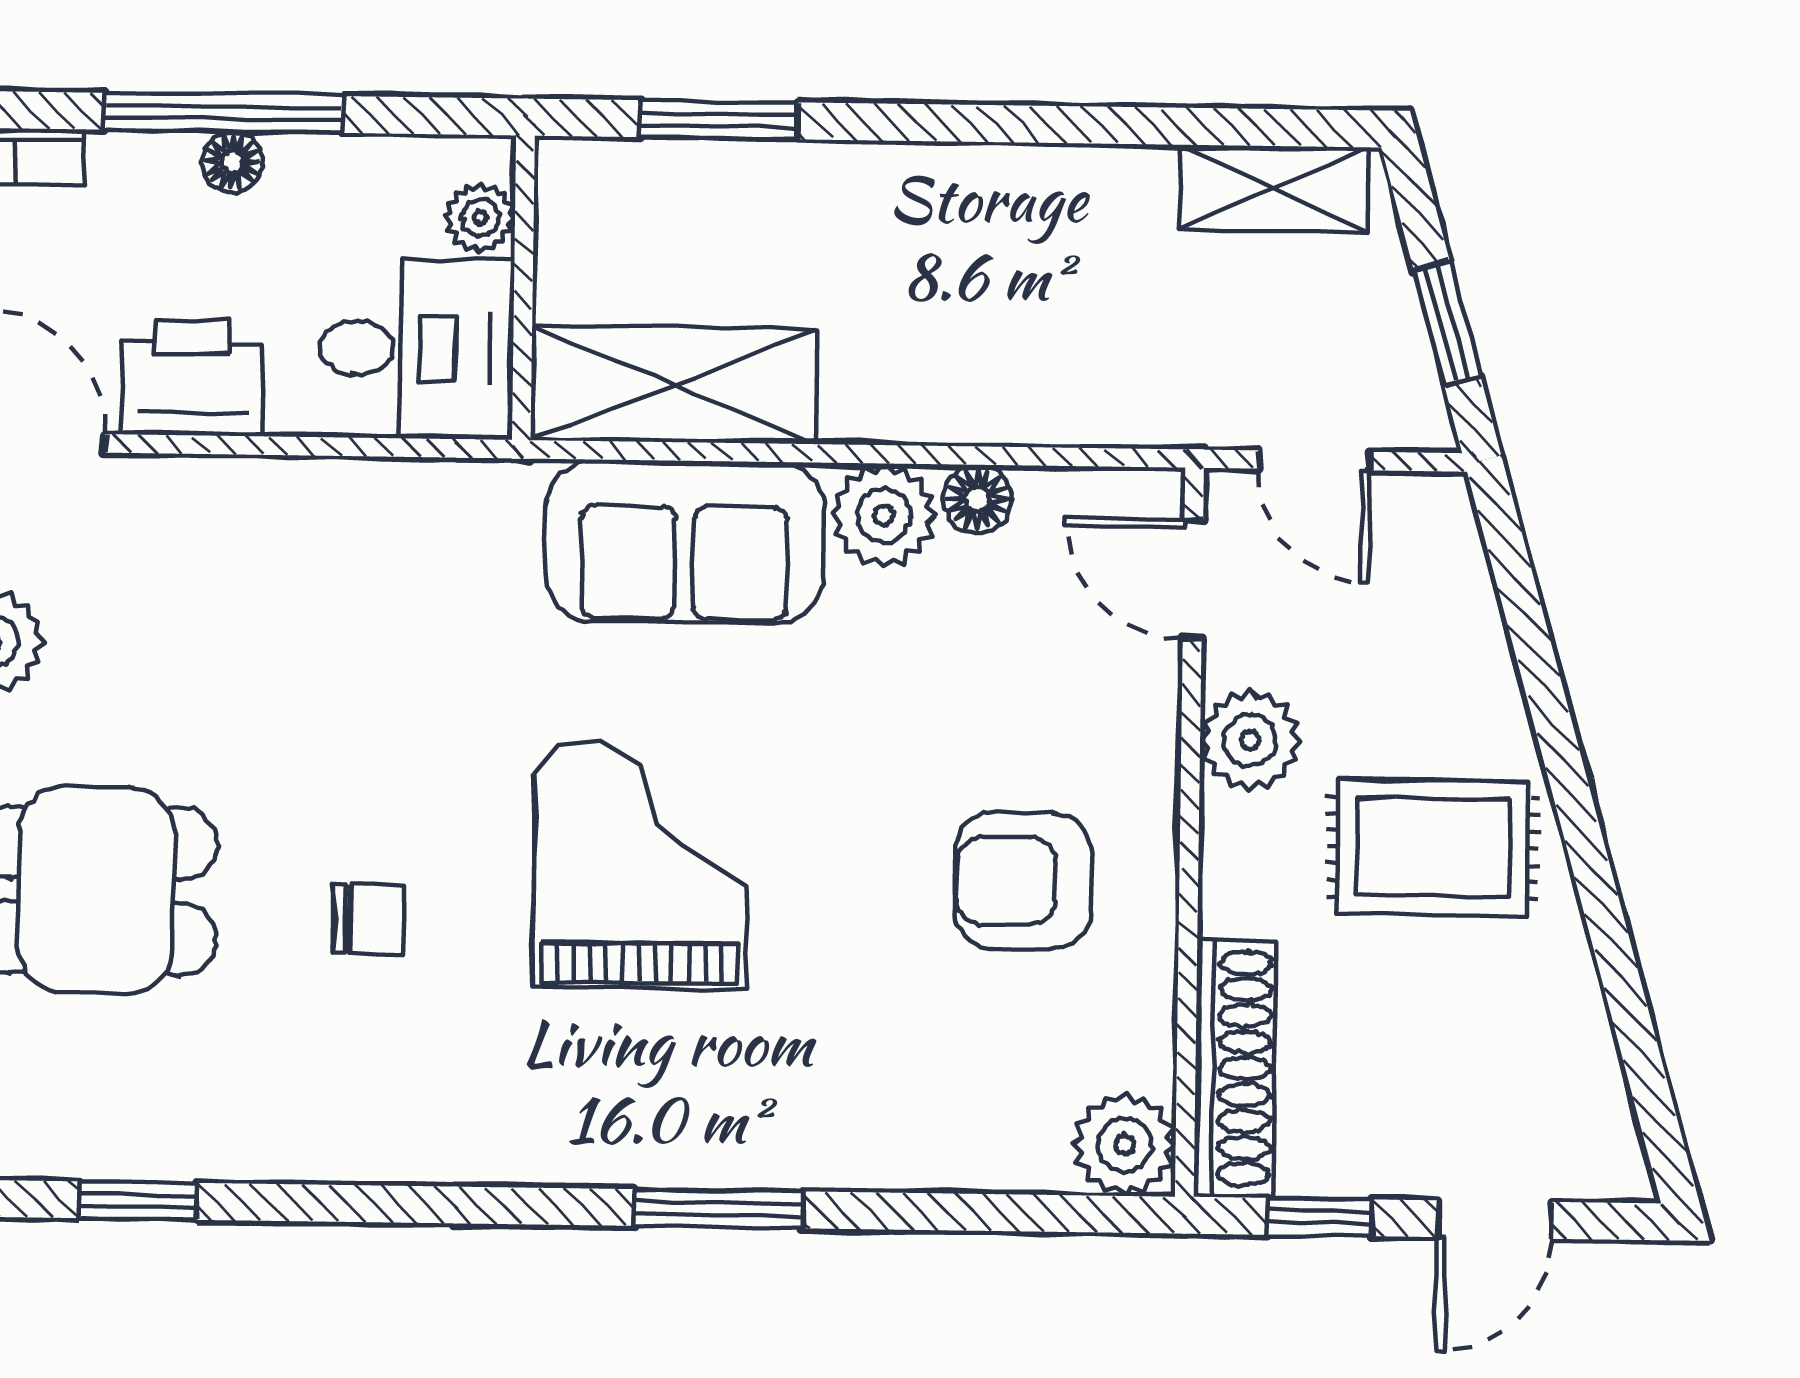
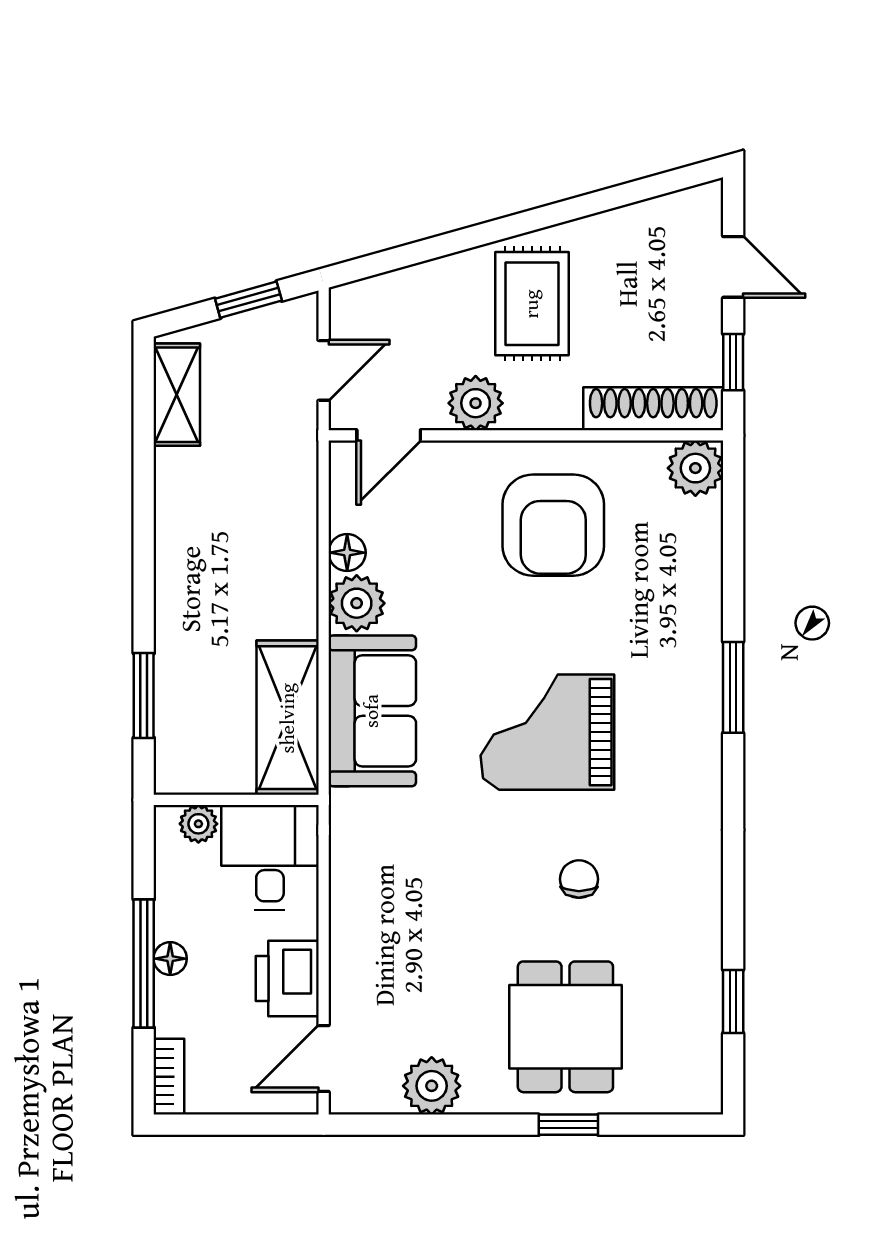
armchair: (1023, 881) -> (553, 525), width x1.36, depth x1.36

